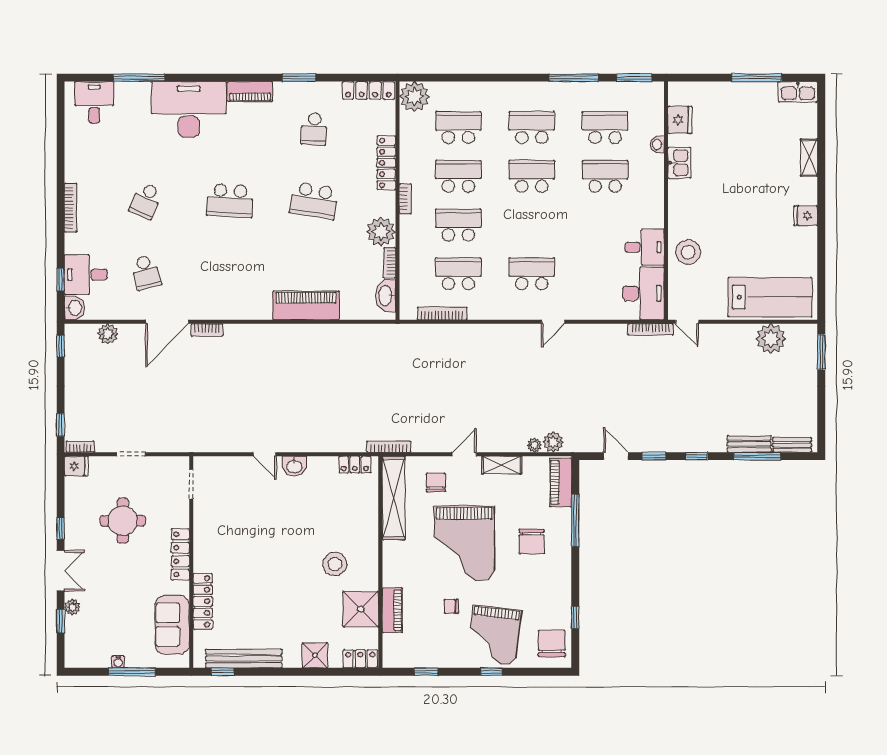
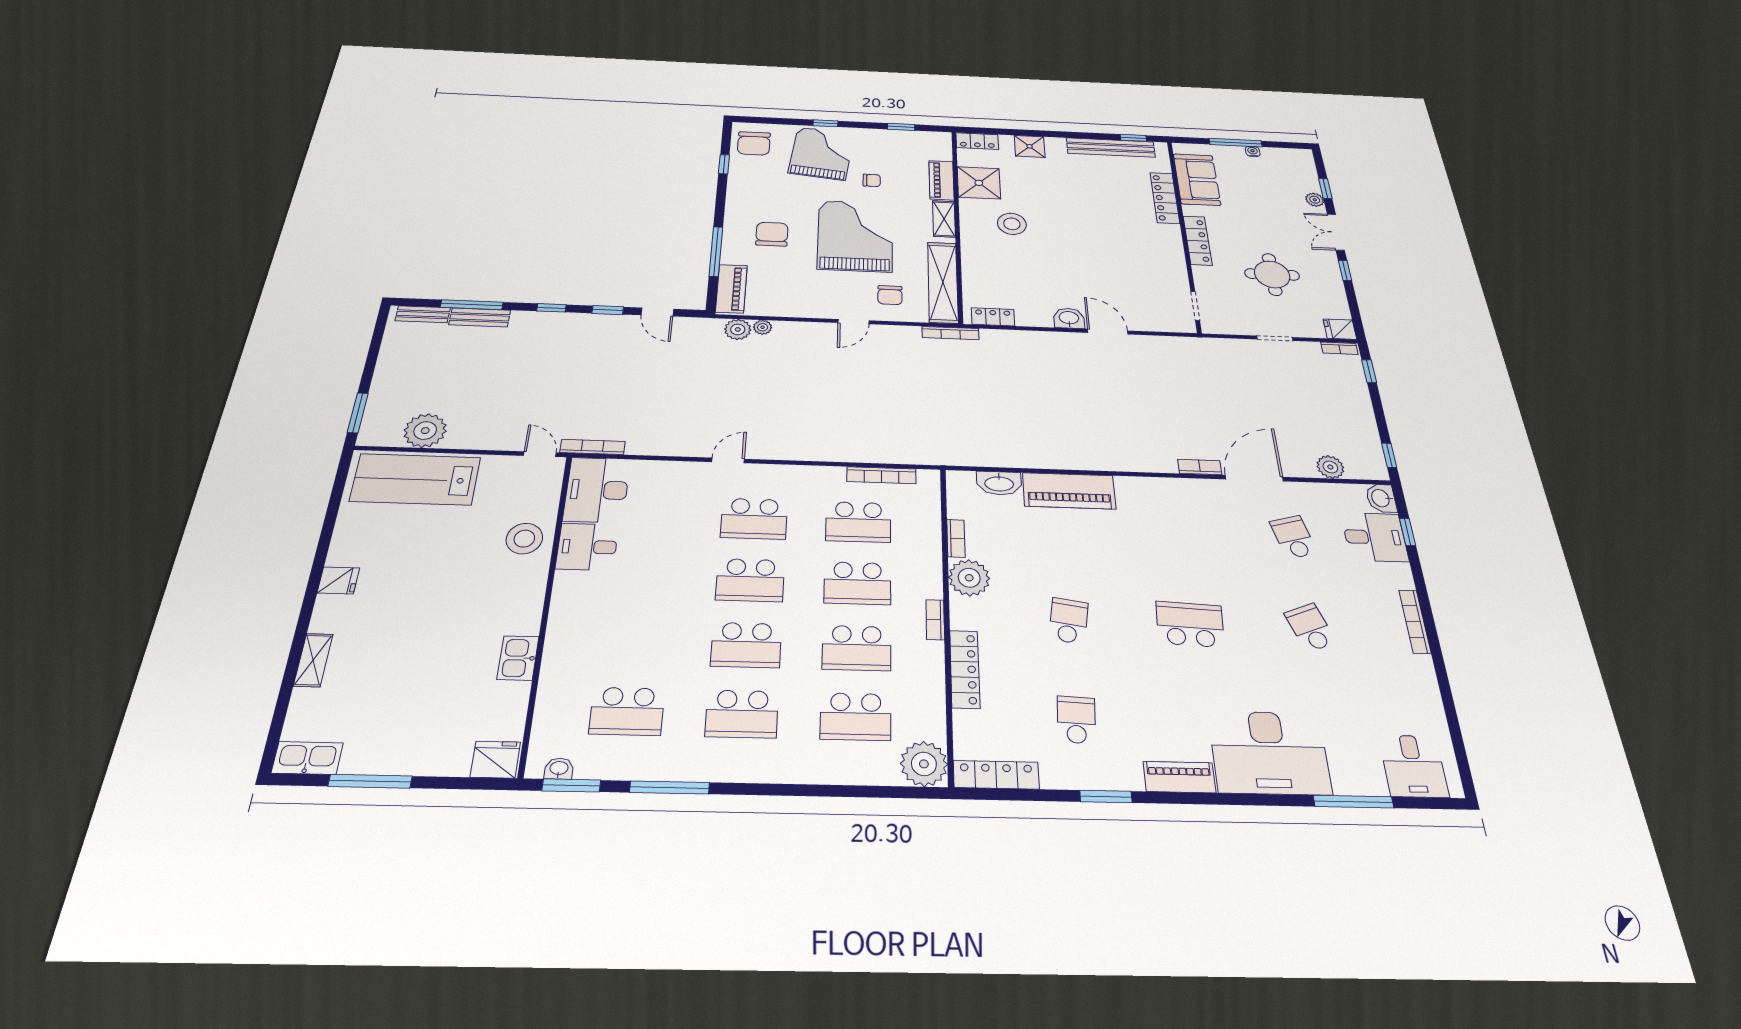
fridge: (680, 120) -> (495, 760), moved, turned 90
washbasin: (657, 145) -> (559, 769), moved, turned -90
school desk: (605, 176) -> (750, 580), moved
school desk: (146, 201) -> (1310, 628), turned -45
school desk: (314, 201) -> (1068, 621), width x0.54
washbasin: (386, 296) -> (999, 483), moved, turned 90
door: (264, 454) -> (1108, 332), width x1.38
shelving: (502, 465) -> (944, 219), moved, turned 90

